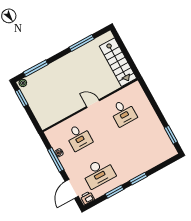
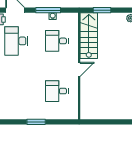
stairs: (118, 62) -> (89, 36), moved, turned 90
window: (22, 98) -> (102, 10), moved
window: (171, 135) -> (36, 122), moved

